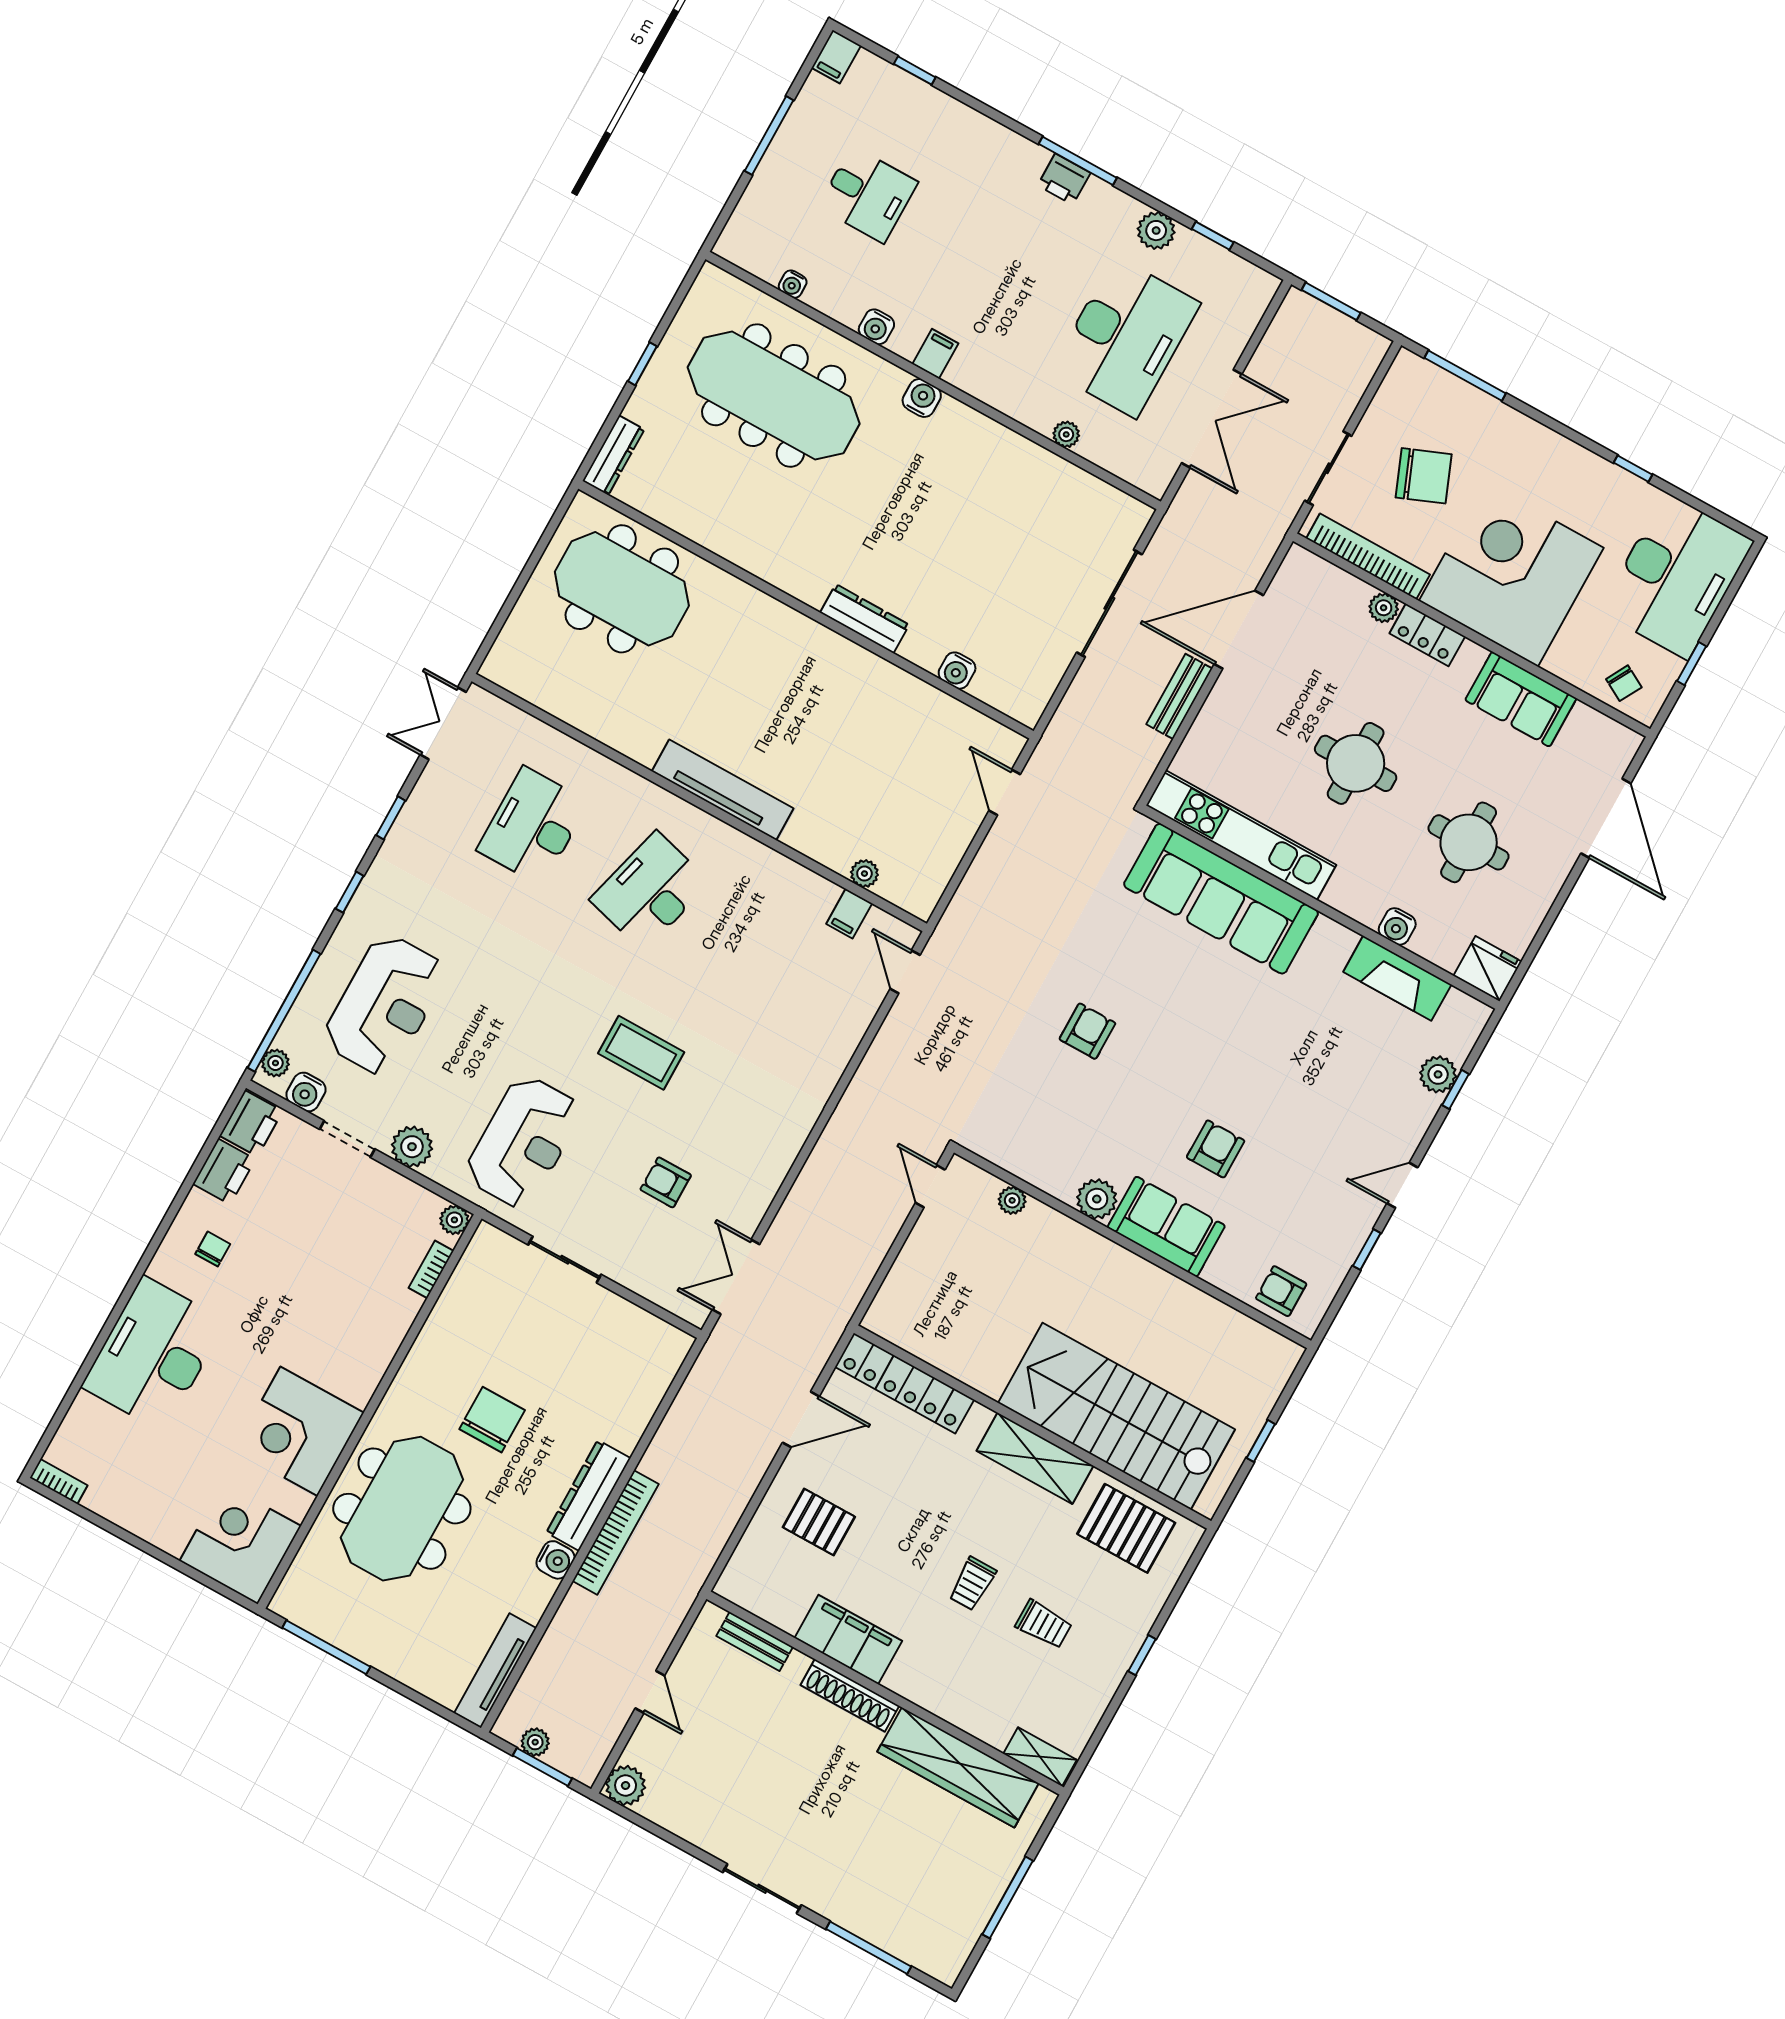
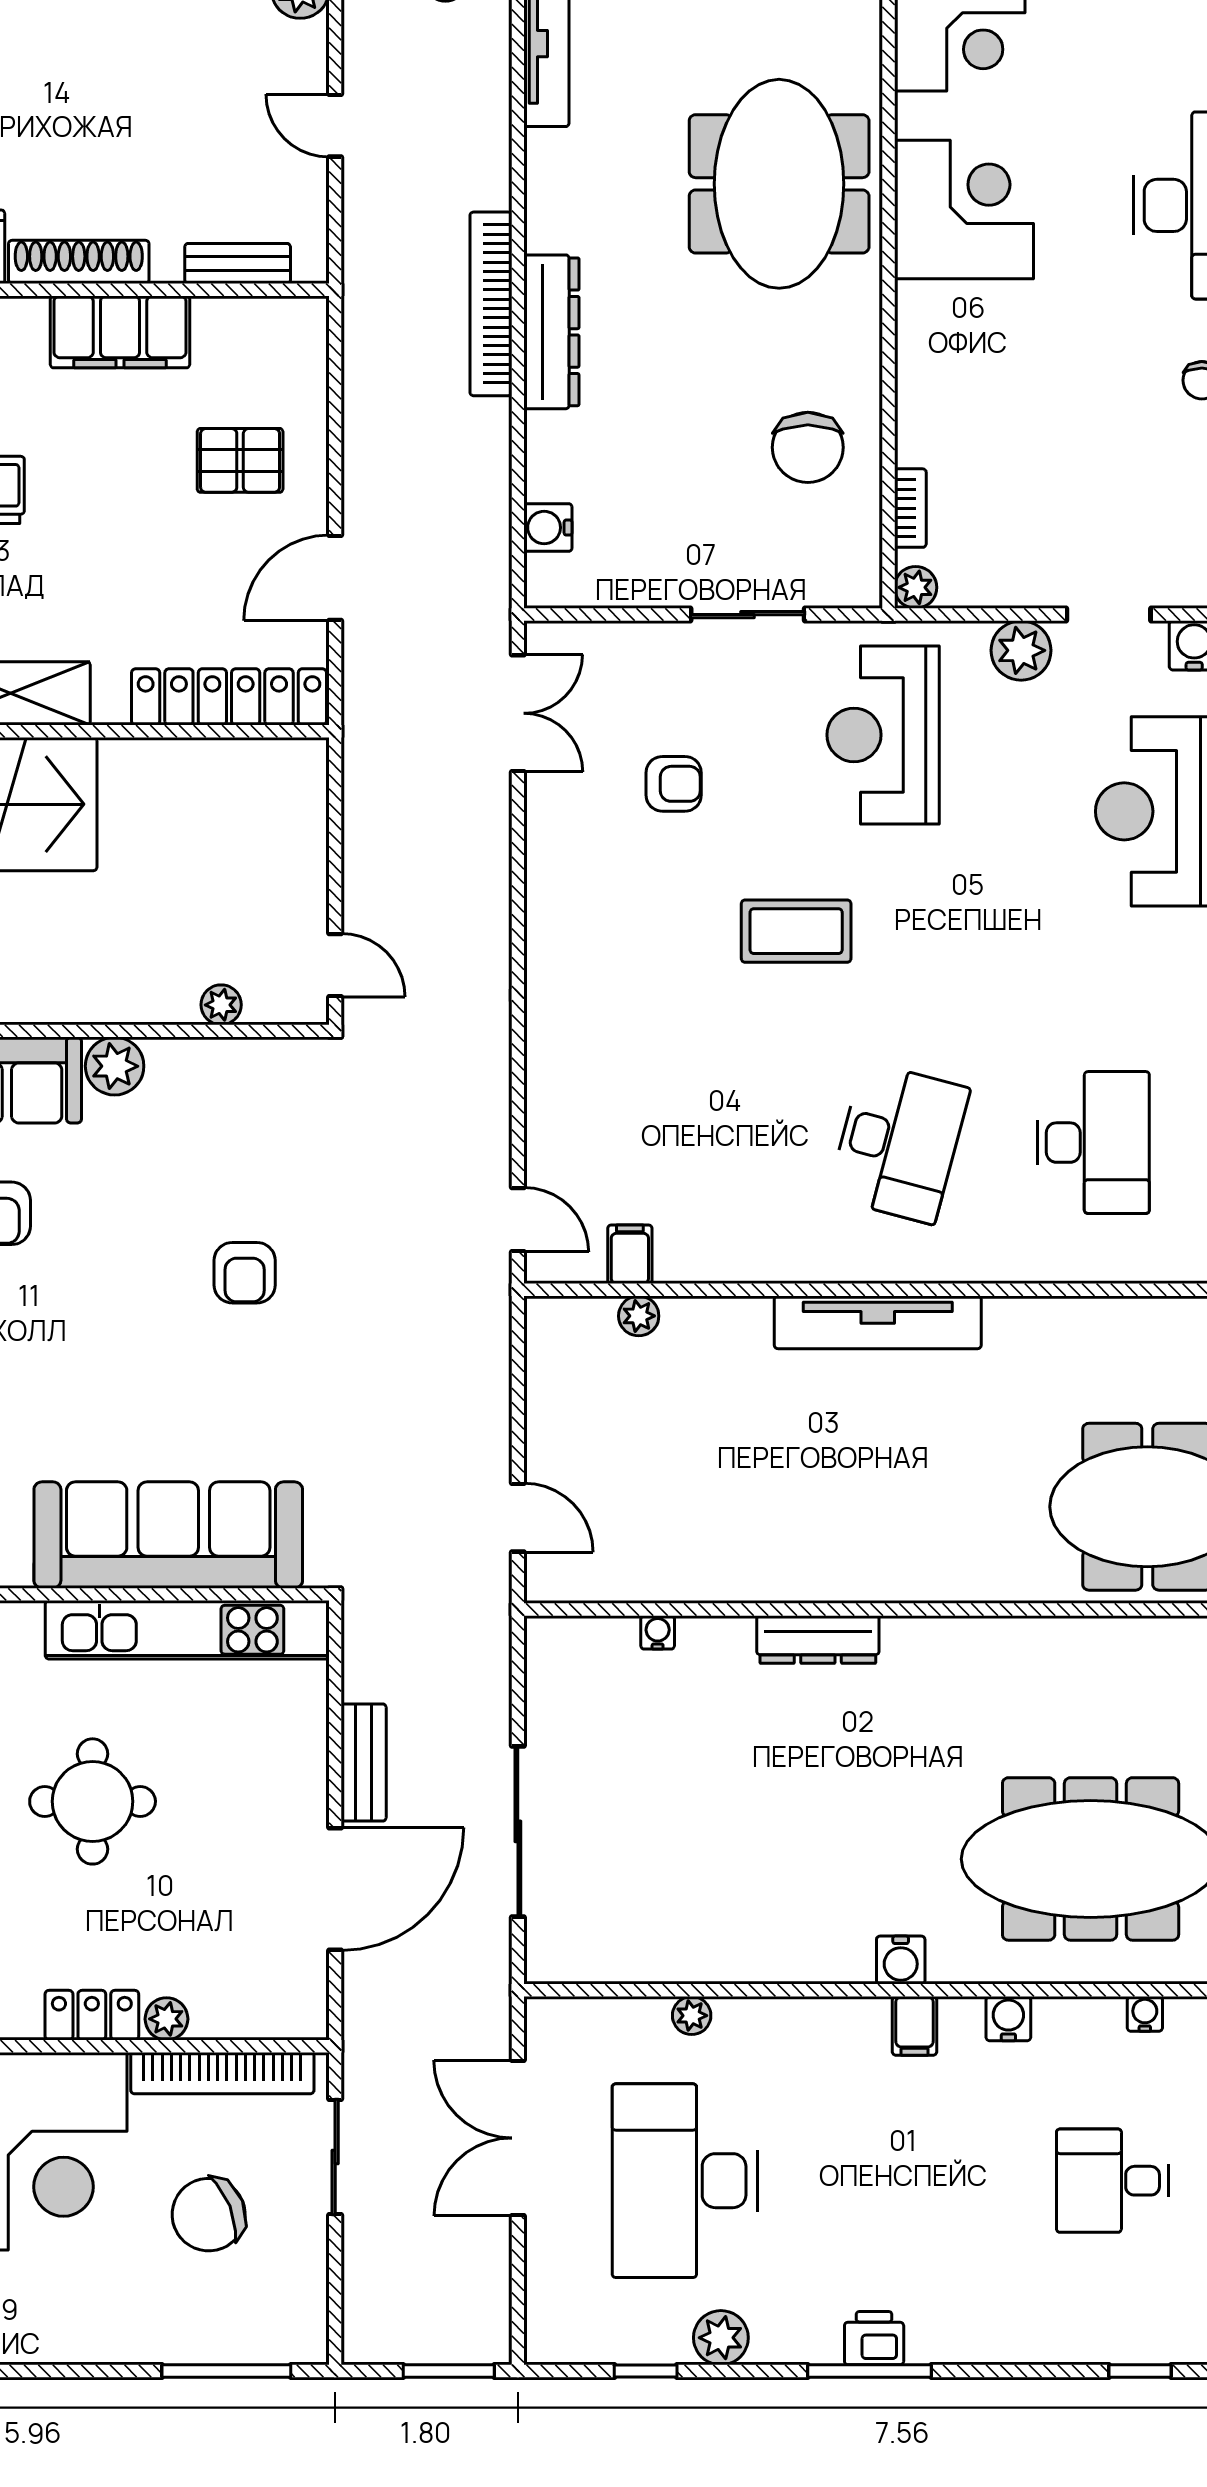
water cooler: (957, 671) -> (658, 1632), width x0.72, depth x0.72
chair: (492, 1420) -> (808, 447), moved
water cooler: (555, 1560) -> (548, 528), moved

